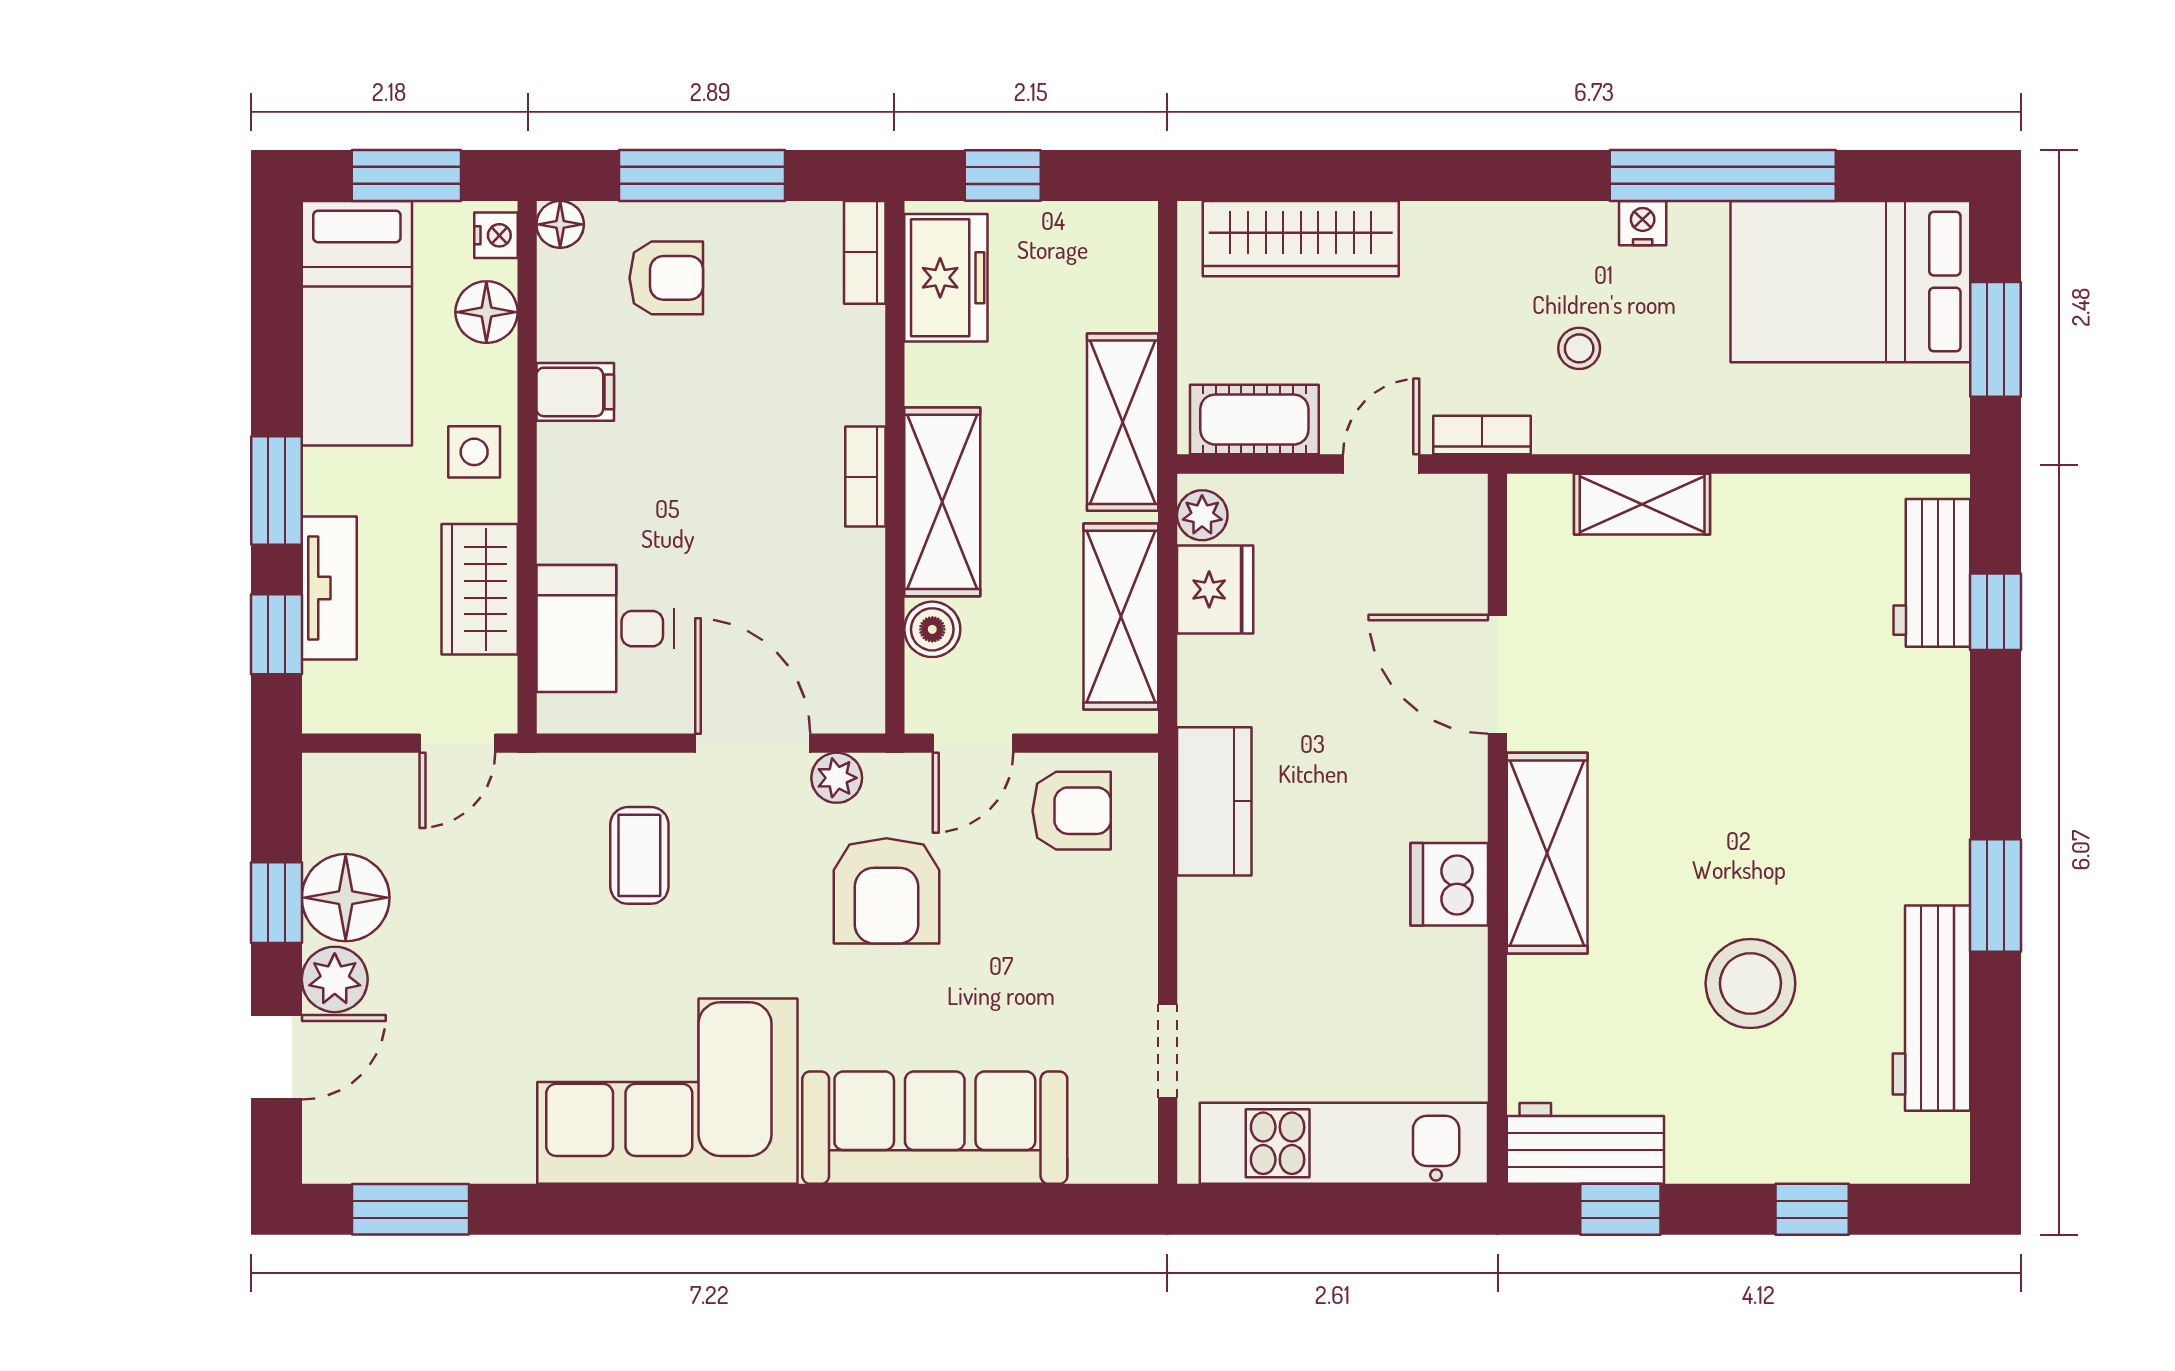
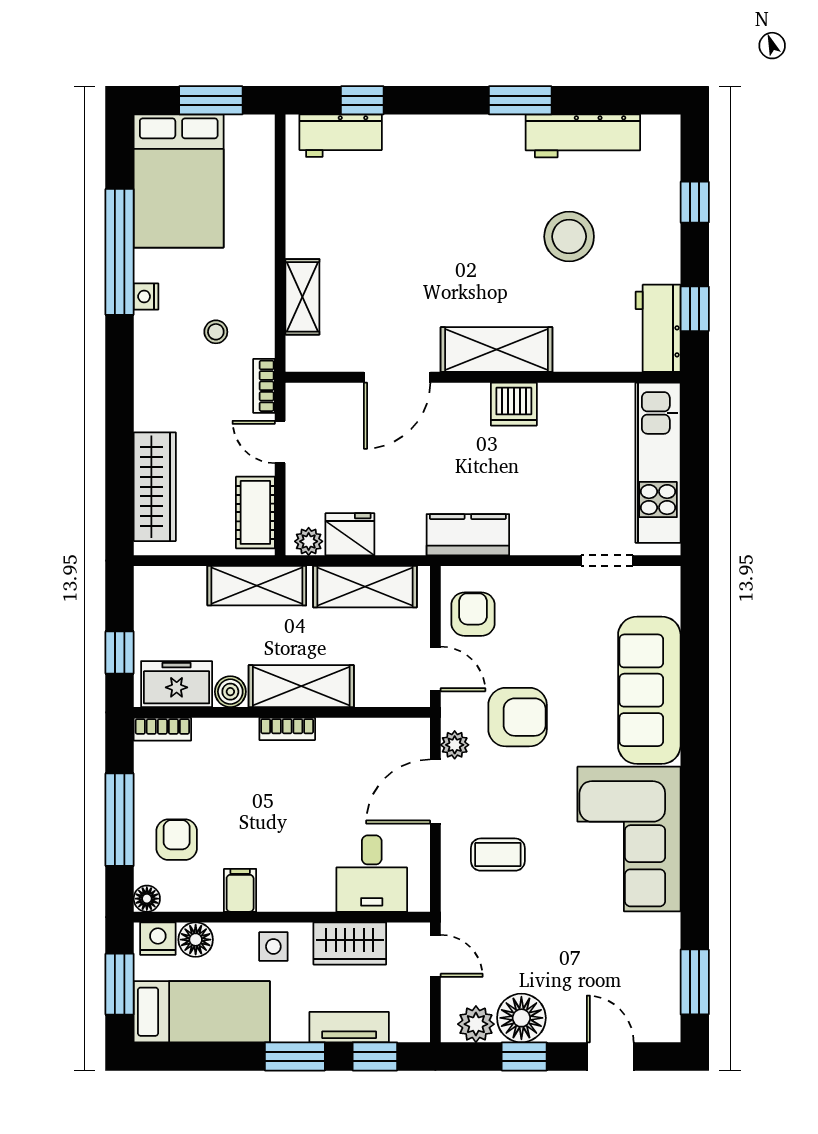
nightstand: (496, 235) -> (158, 939), width x1.39, depth x1.35
boiler: (932, 629) -> (230, 692), moved
plant: (335, 979) -> (476, 1024), moved

